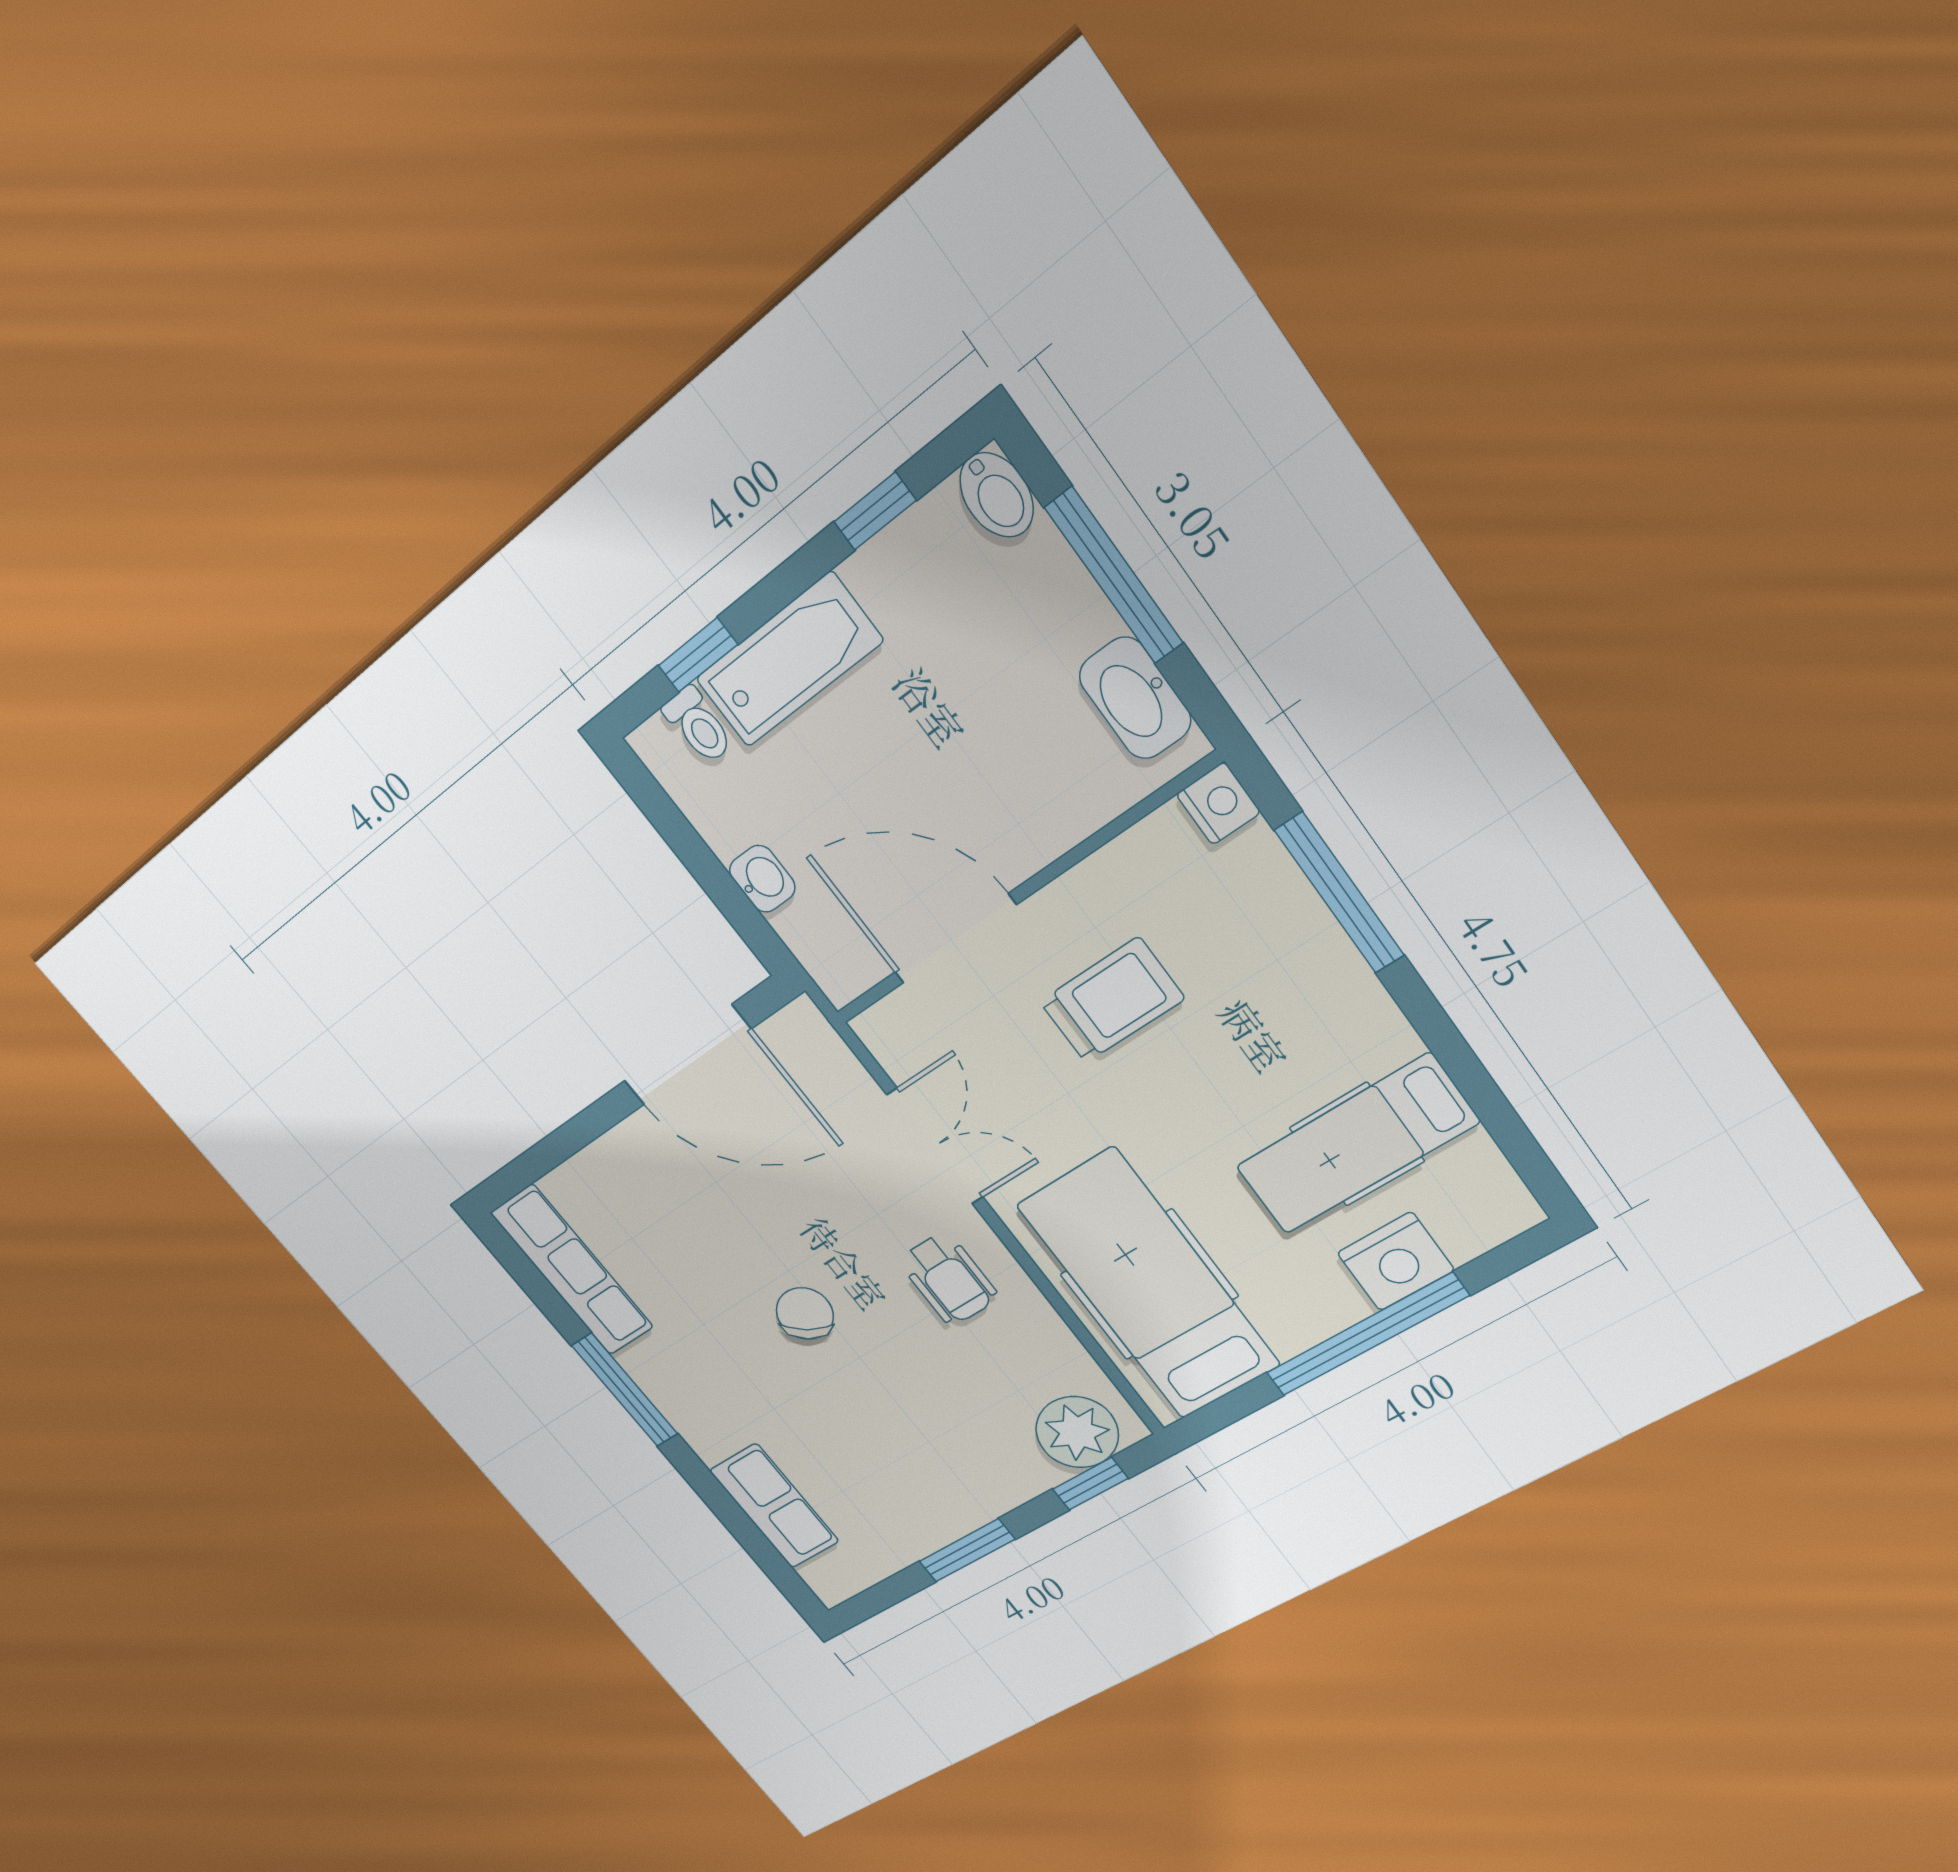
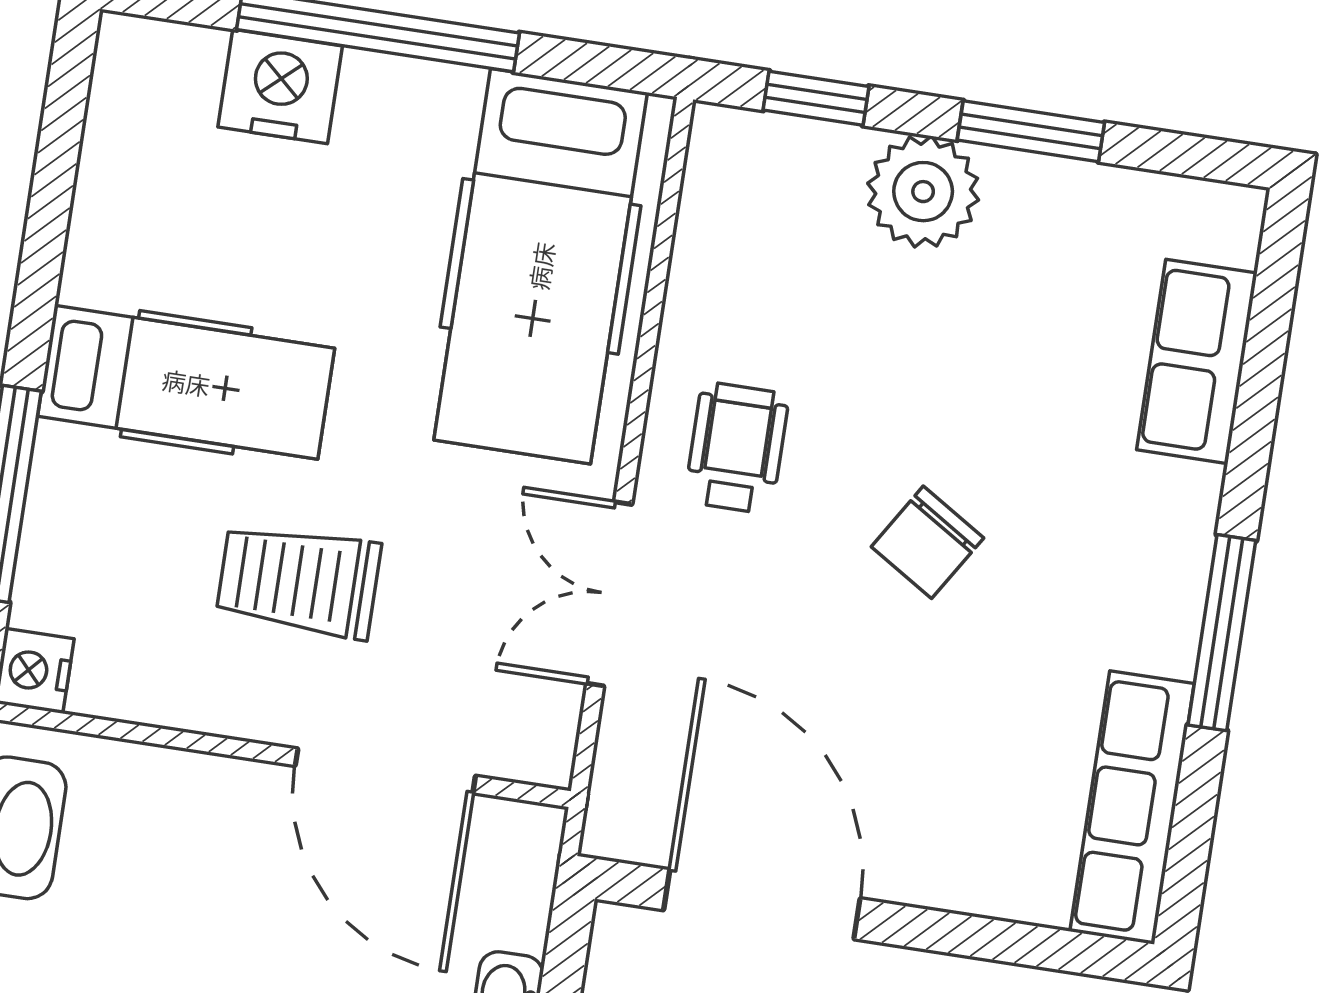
hospital bed: (1357, 1145) -> (186, 382), moved
plant: (1077, 1432) -> (923, 192), moved

